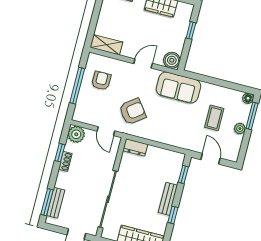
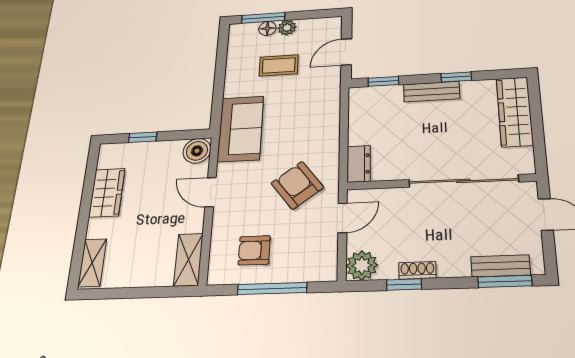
floor lamp: (248, 98) -> (267, 28), moved

